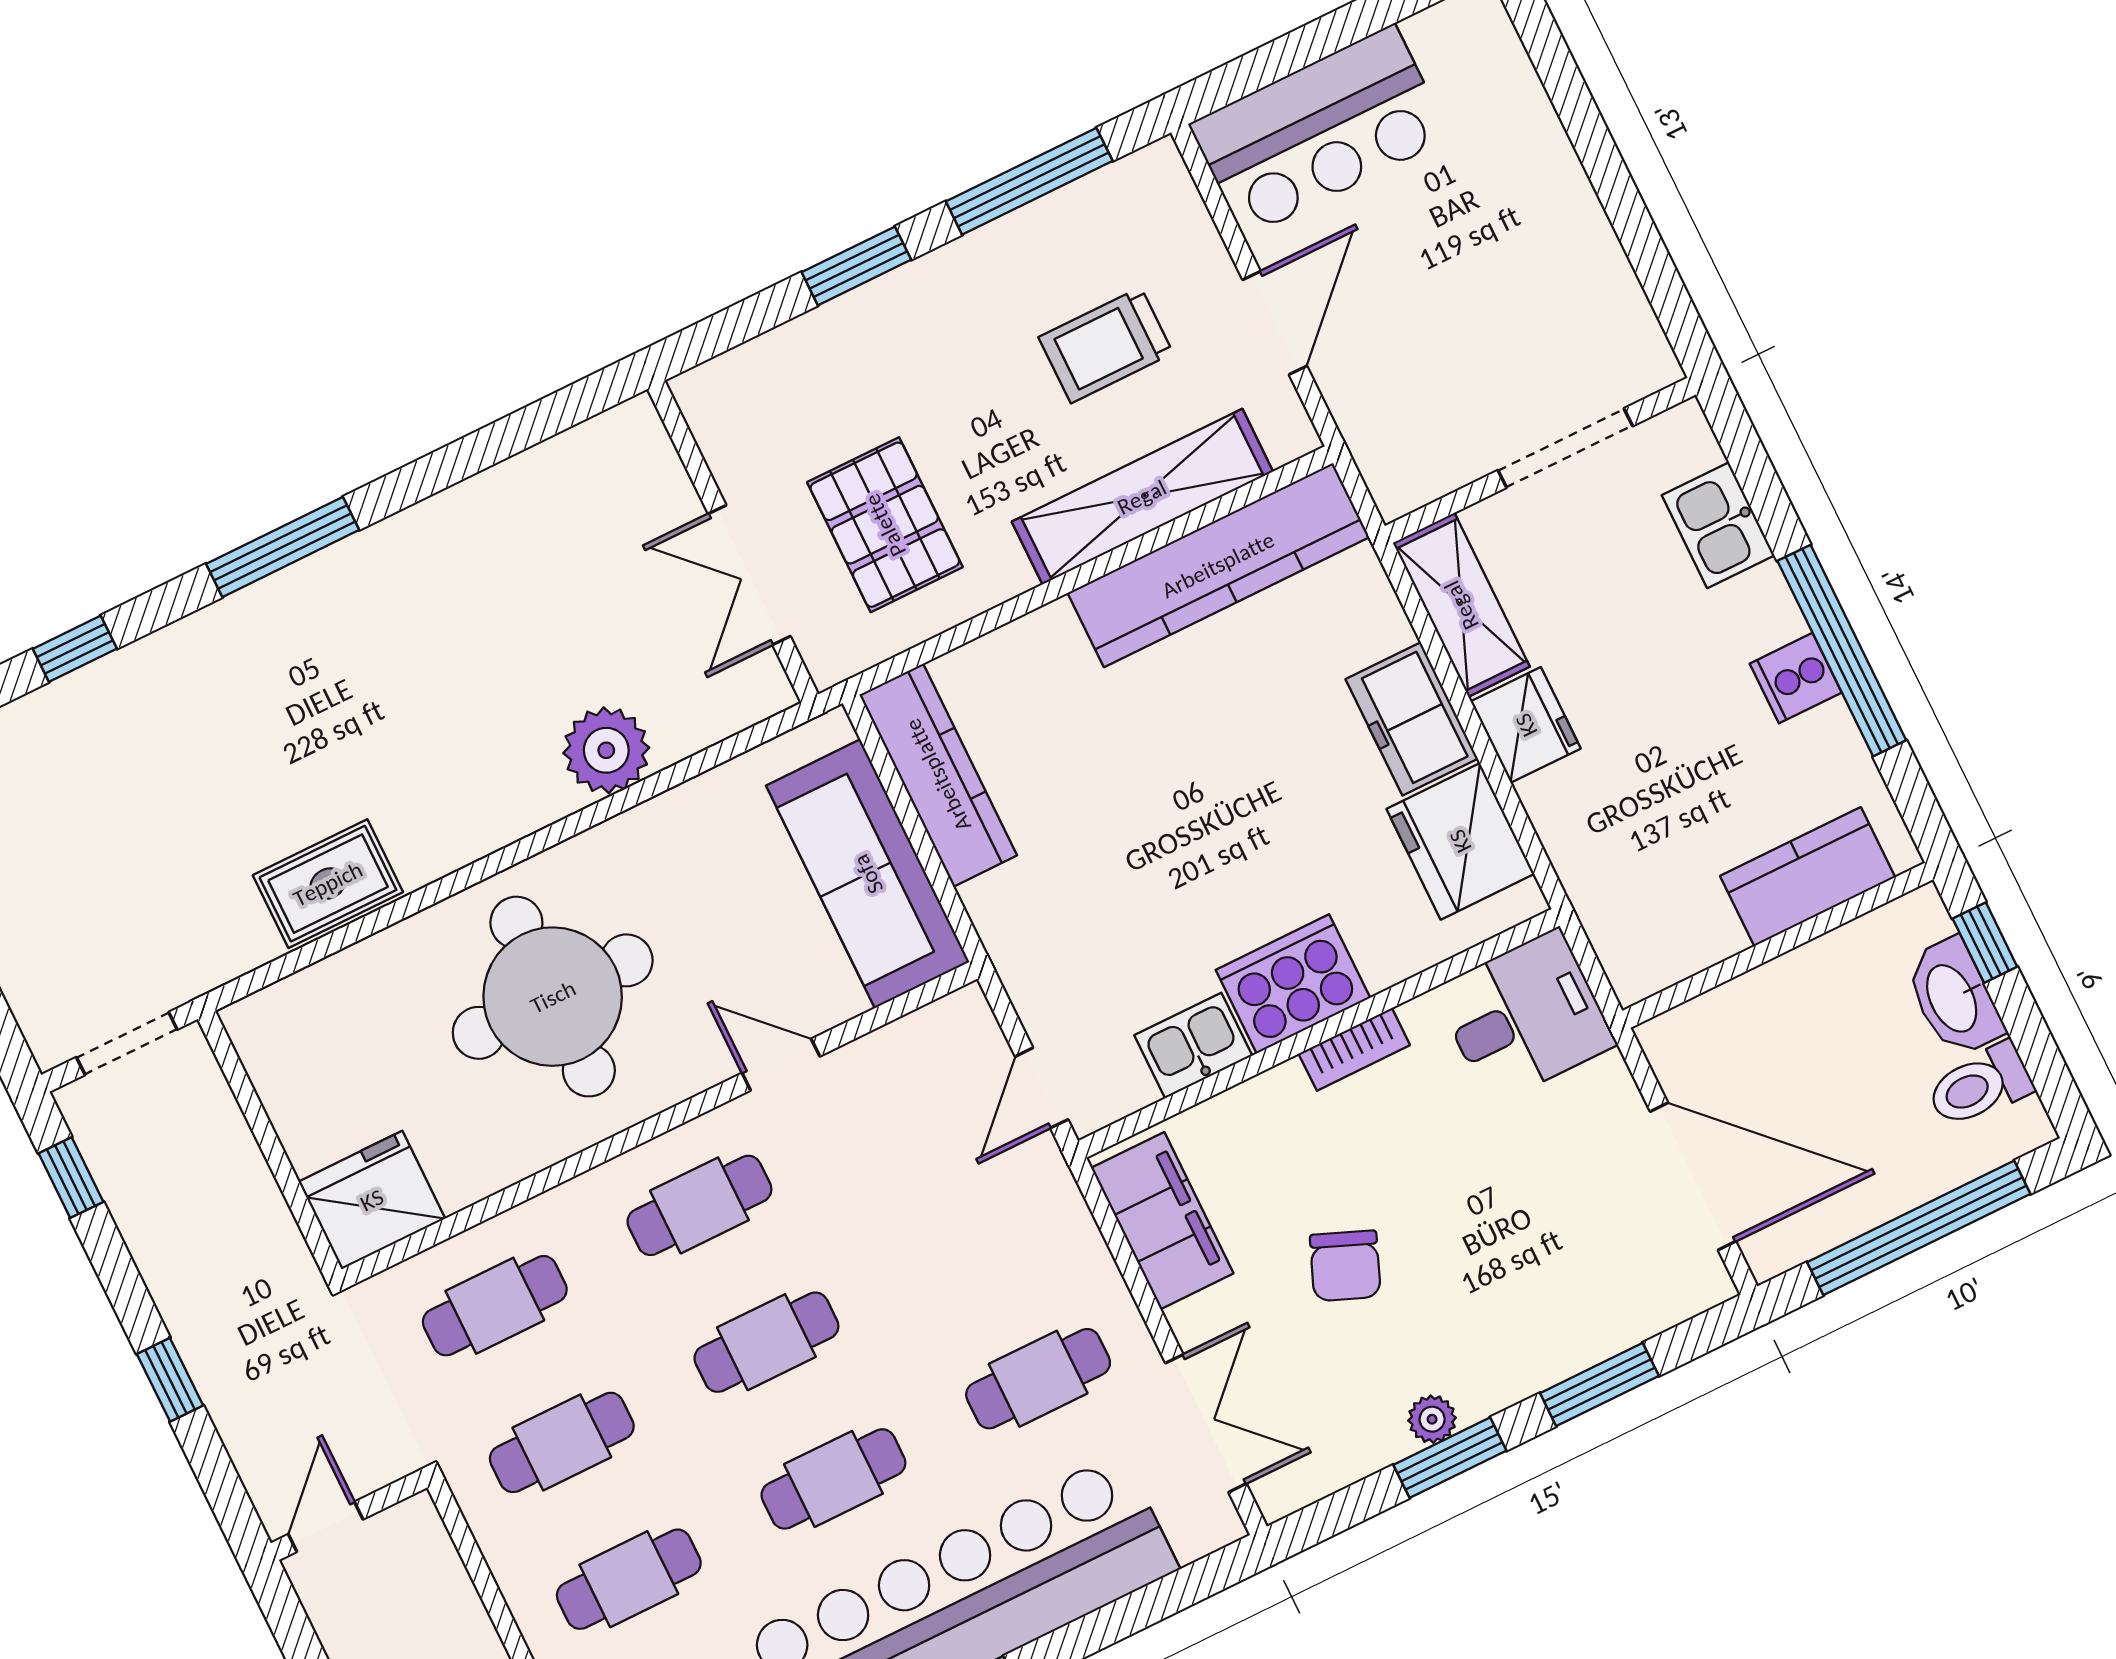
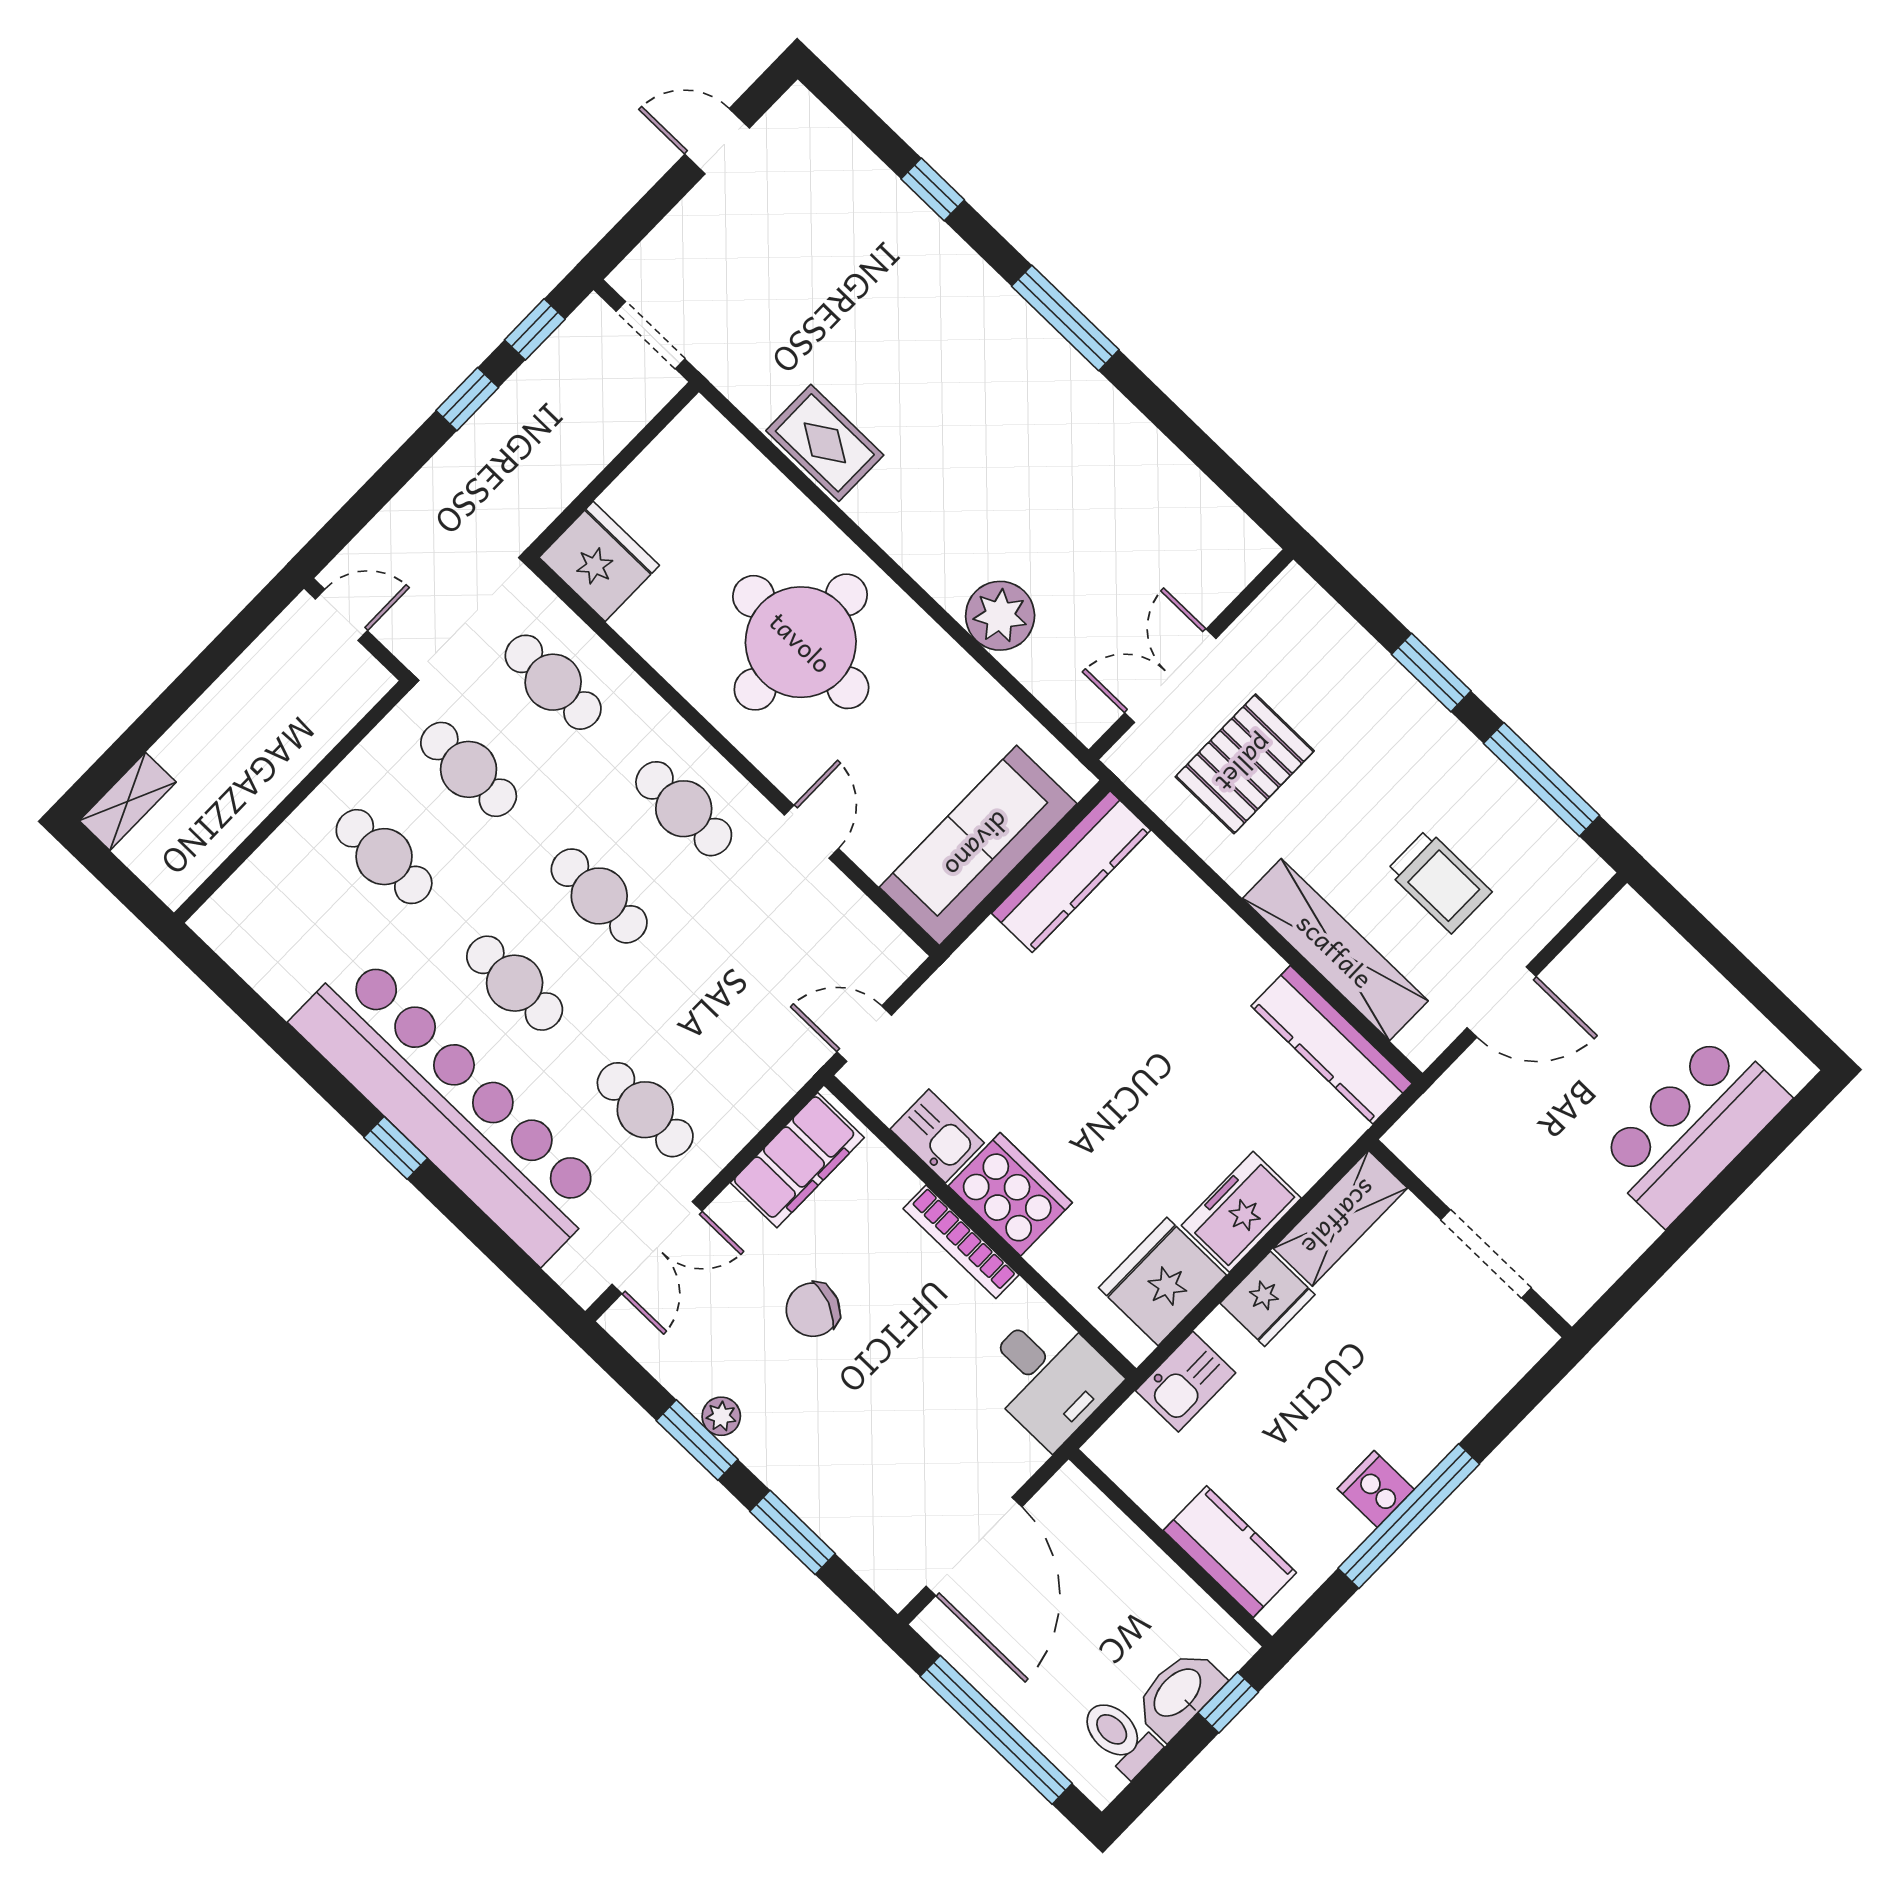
bar counter: (1319, 131) -> (1693, 1129), moved, turned 90
trolley: (1106, 345) -> (1439, 881), turned 180
kitchen sink: (1718, 525) -> (1186, 1382), moved, turned 180
kitchen counter: (1218, 565) -> (1332, 1045), width x0.72, depth x0.86
bookcase: (1354, 1049) -> (961, 1242), width x1.56
window: (170, 1380) -> (467, 399), moved

